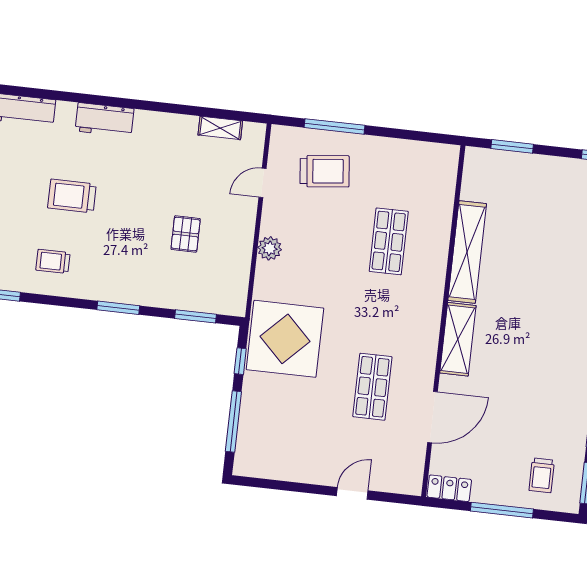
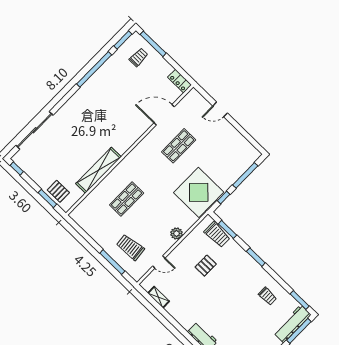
pallet: (504, 171) -> (58, 191), added
trolley: (72, 196) -> (217, 235), moved
shelving: (458, 339) -> (130, 138), removed
window: (502, 510) -> (153, 44), moved

